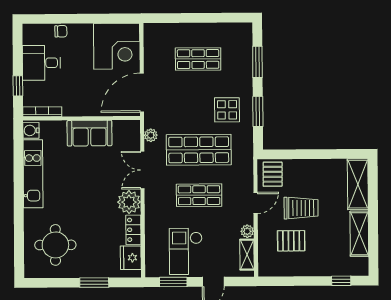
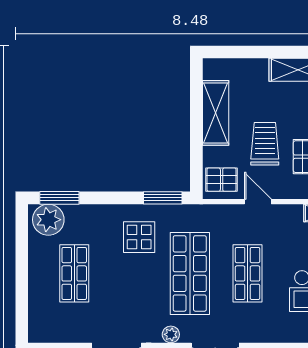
window: (257, 62) -> (59, 198), moved
window: (258, 112) -> (163, 198), moved
shelving: (358, 184) -> (216, 113), moved, turned 90
plant: (247, 231) -> (48, 220), moved, width x1.88, depth x1.88

